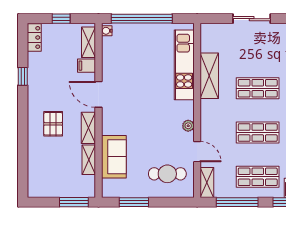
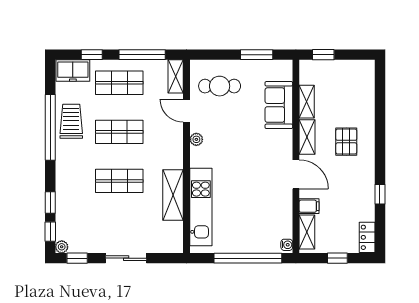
window: (74, 202) -> (323, 55), width x0.67

